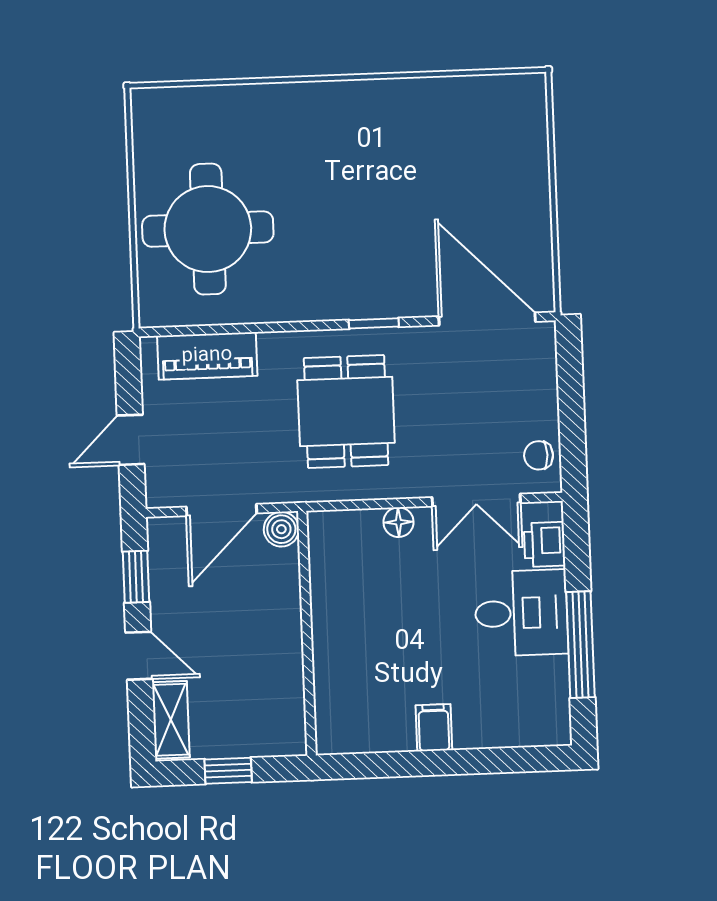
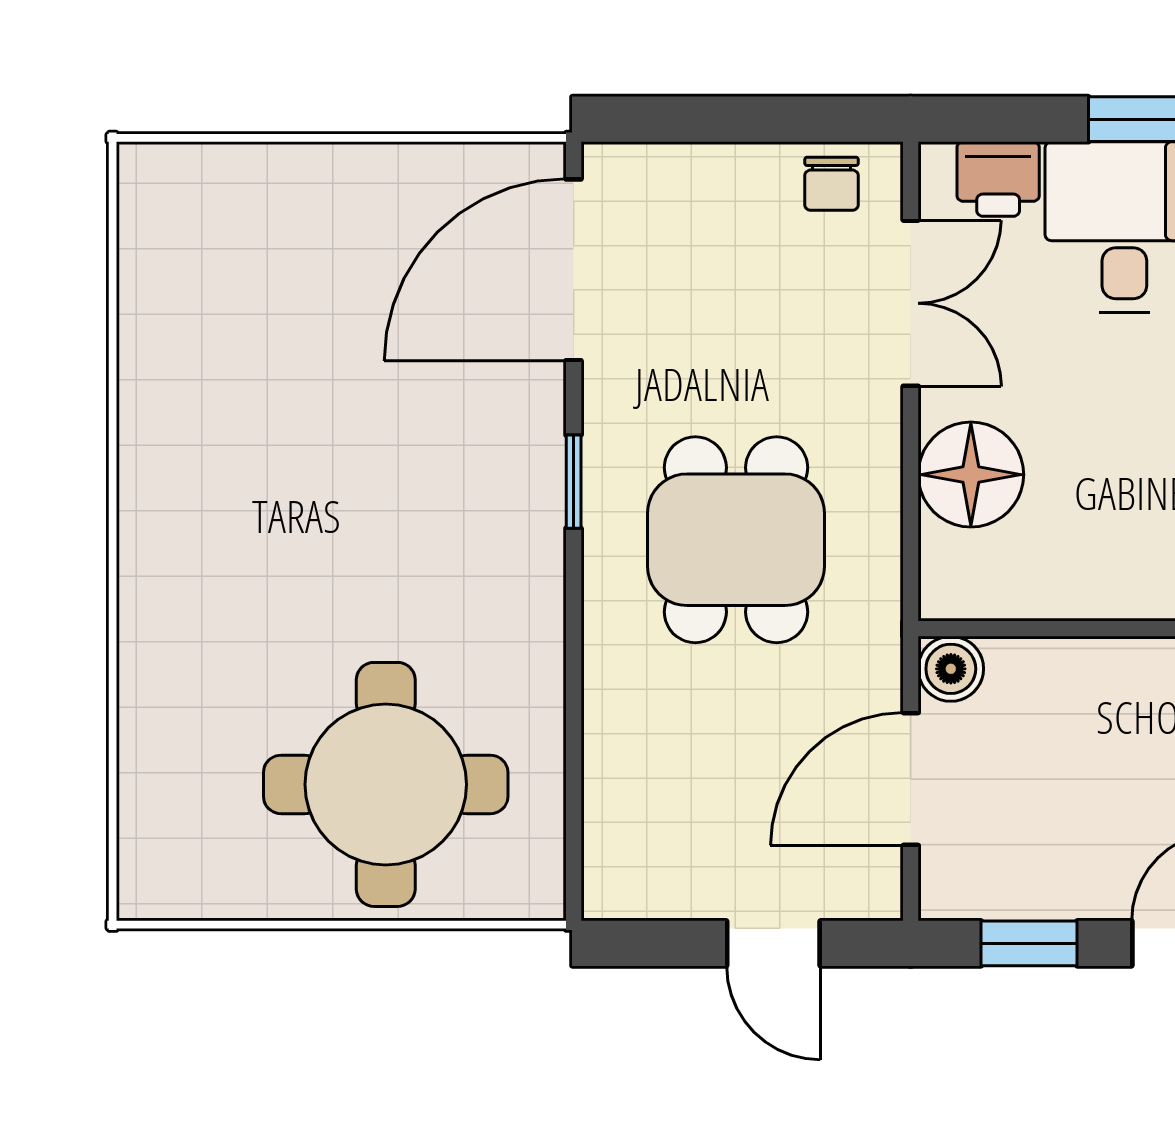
piano: (207, 356) -> (622, 795), removed
dining table: (346, 412) -> (736, 540), turned 90
door: (222, 510) -> (911, 779), swing flipped
floor lamp: (399, 522) -> (971, 475), width x1.89, depth x1.89

